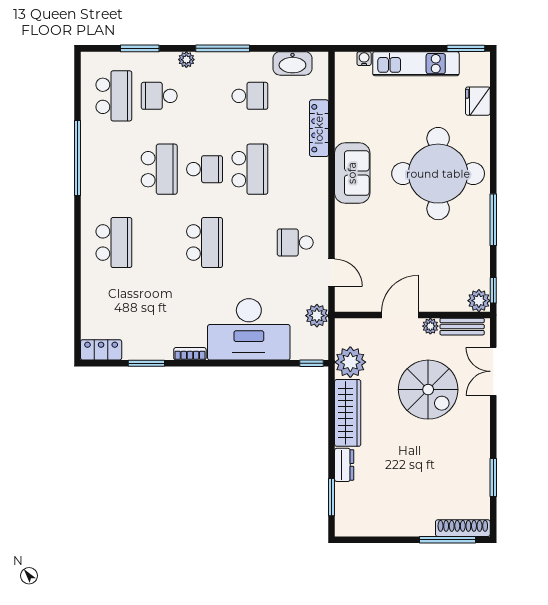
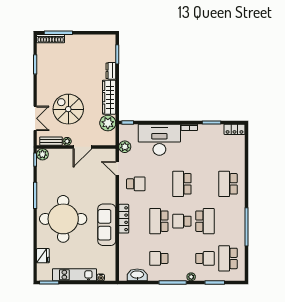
locker: (319, 128) -> (124, 219), moved
school desk: (159, 169) -> (205, 221), turned 180
sofa: (352, 173) -> (107, 225), width x1.36

